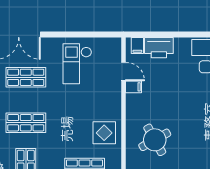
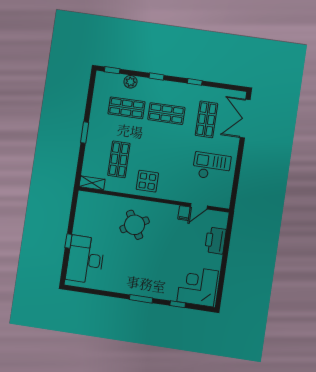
filing cabinet: (137, 45) -> (220, 222), removed
shop shelf: (26, 123) -> (166, 114), turned 90

